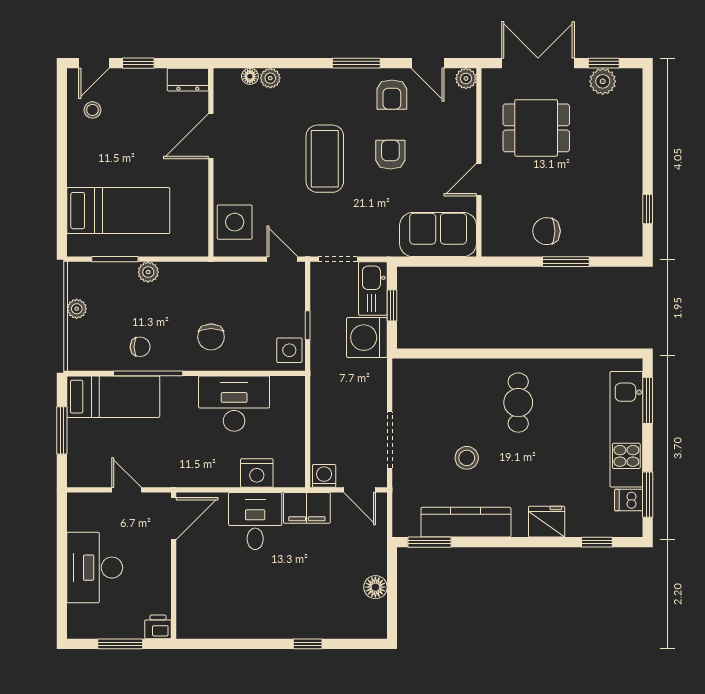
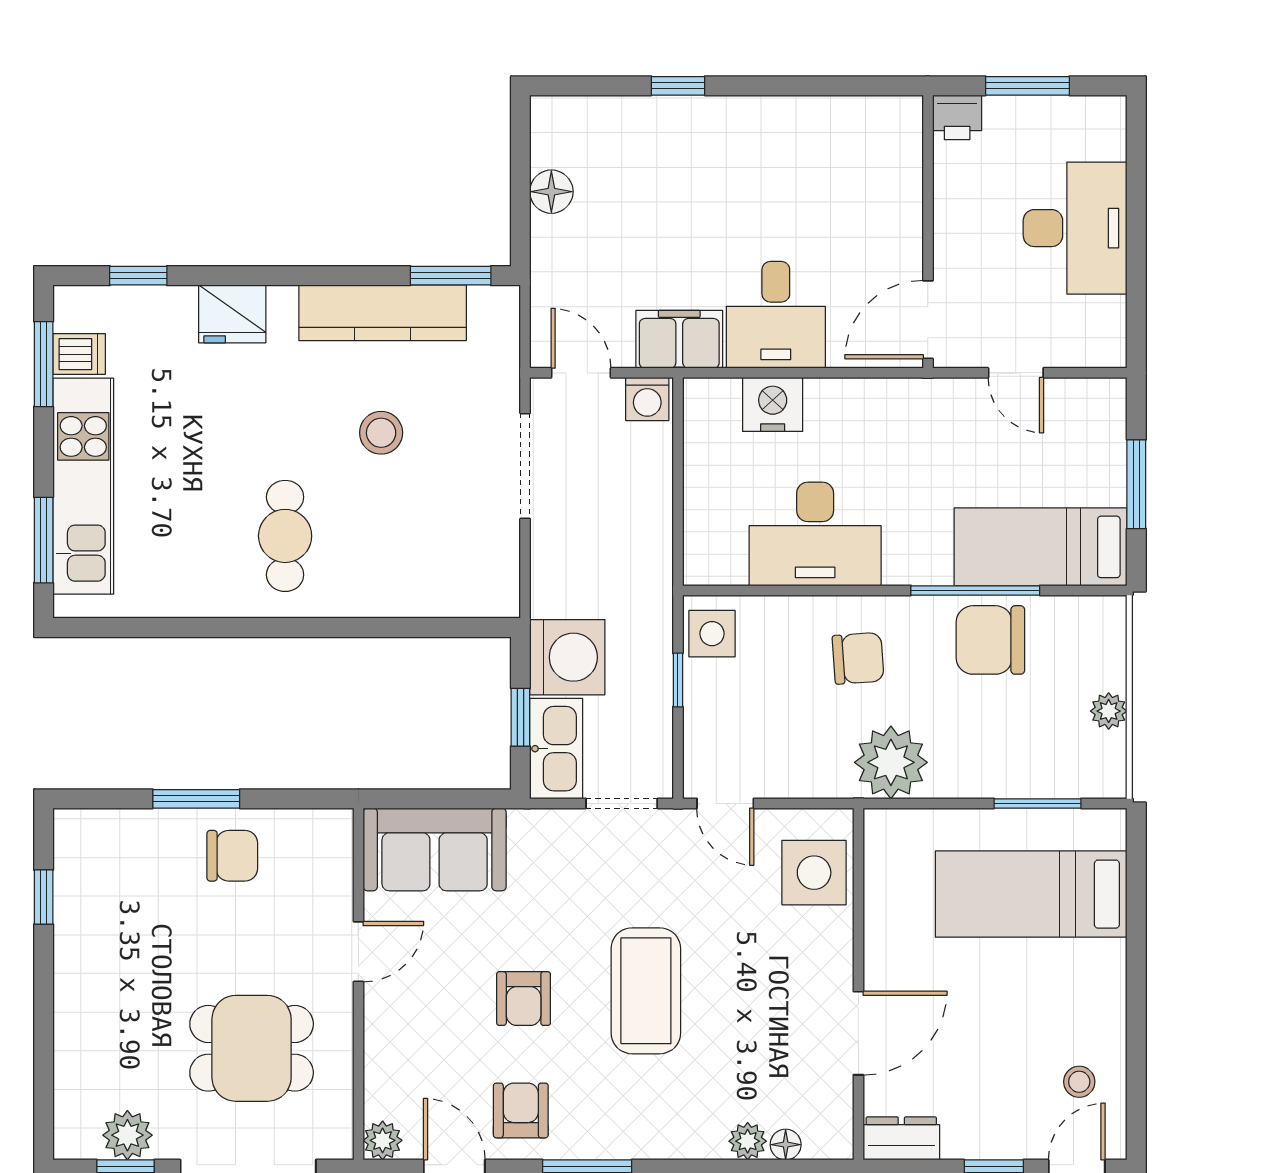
plant: (148, 272) -> (891, 762), moved, width x1.88, depth x1.88
chair: (211, 337) -> (858, 658), turned 86
chair: (140, 347) -> (990, 640), width x1.87, depth x1.87

